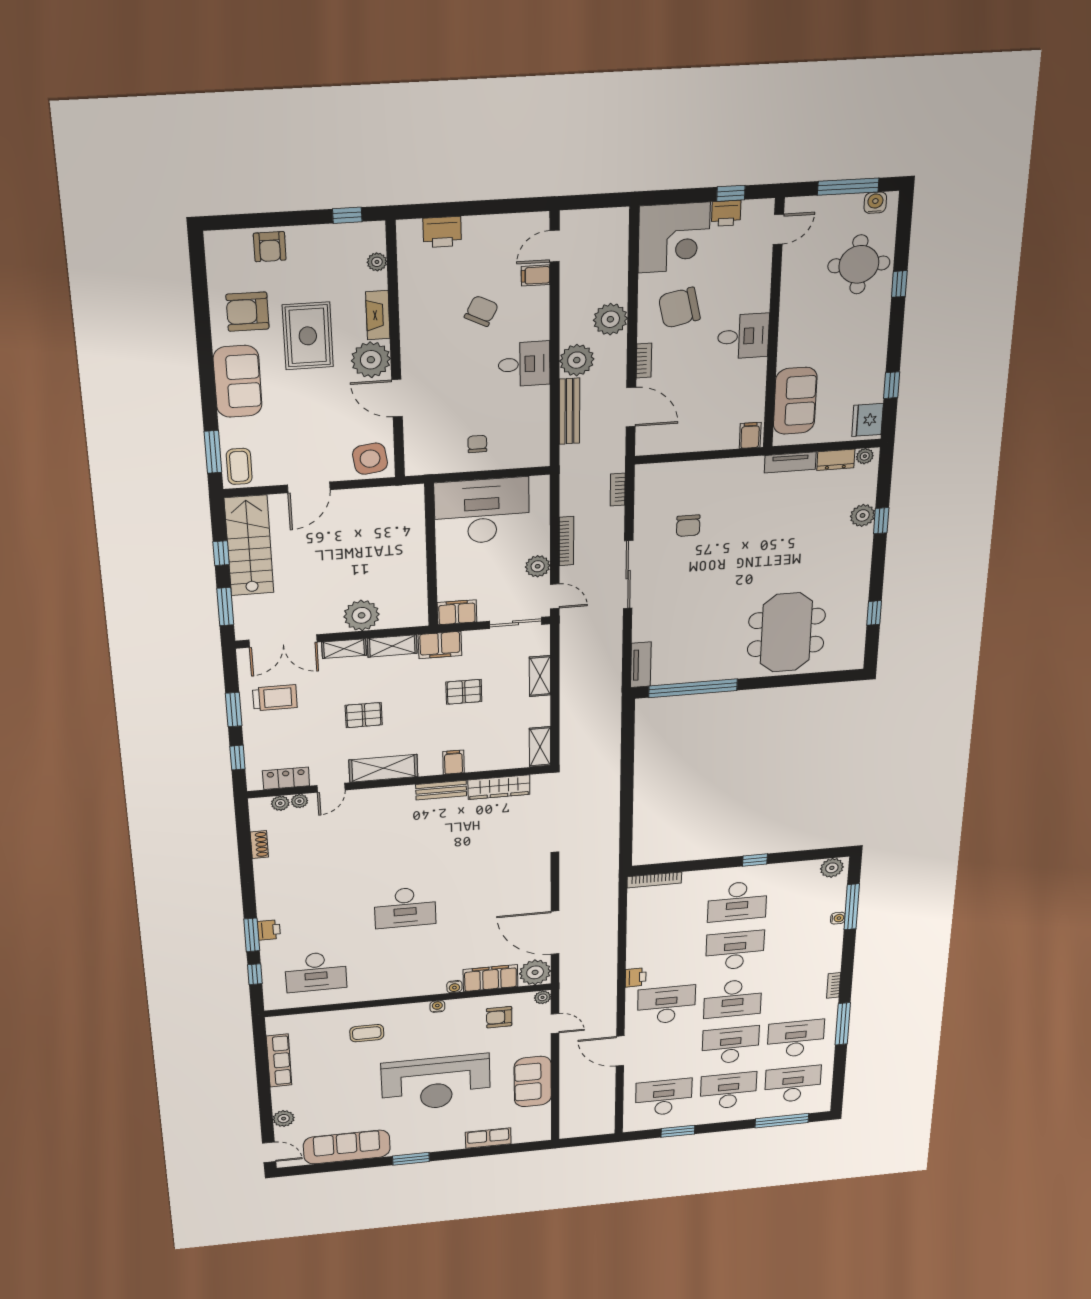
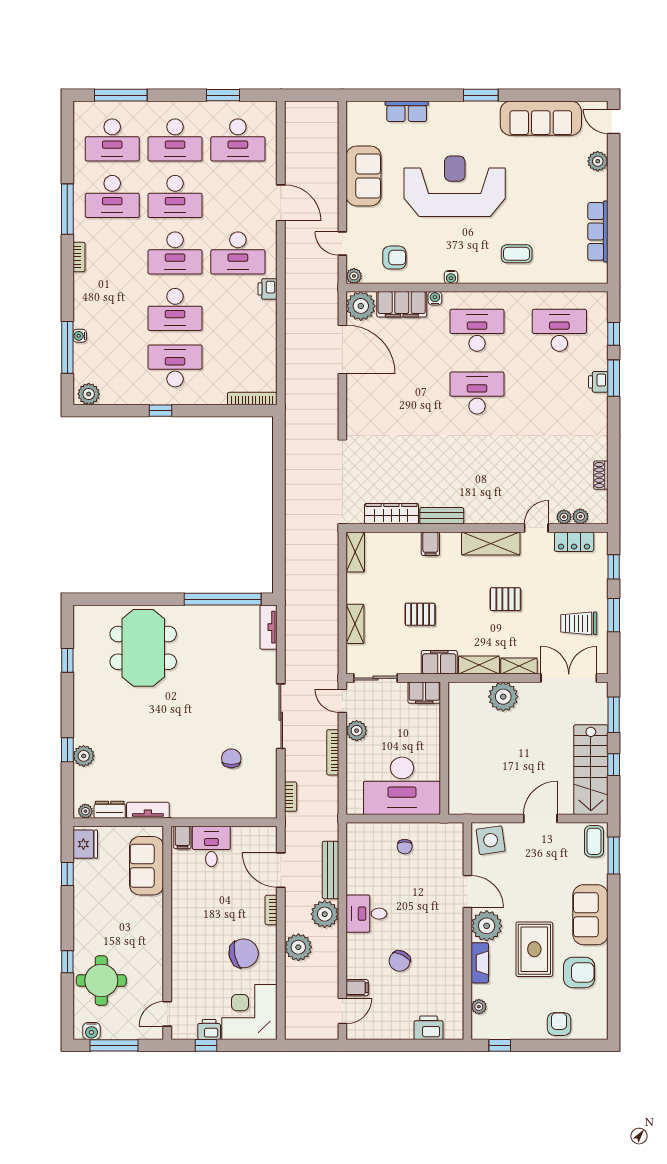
desk: (743, 336) -> (211, 846), moved, turned 90
desk: (407, 963) -> (477, 330), added
desk: (733, 998) -> (175, 253), turned 180

